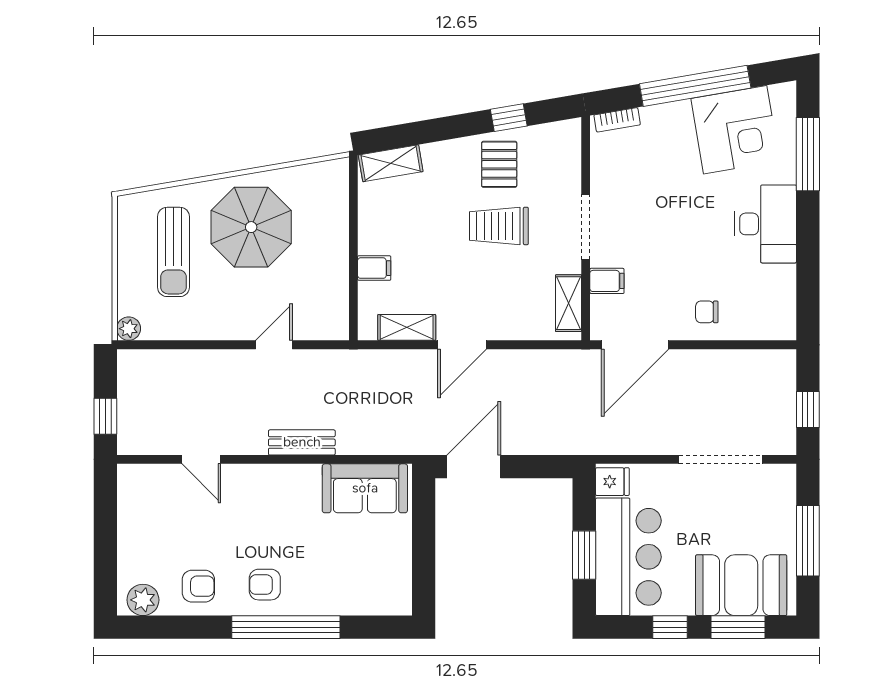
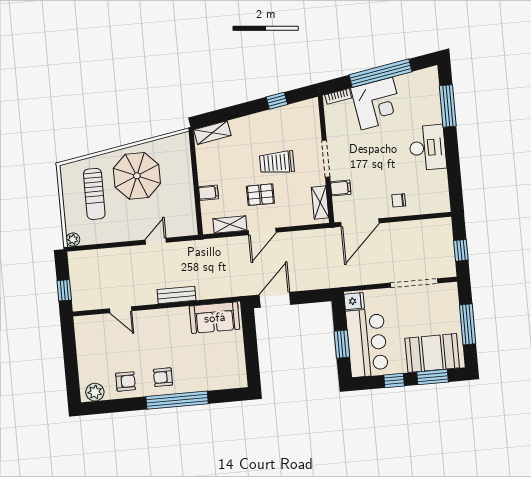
corner desk: (735, 130) -> (377, 103), moved
pallet: (499, 164) -> (260, 195), moved, turned 90

